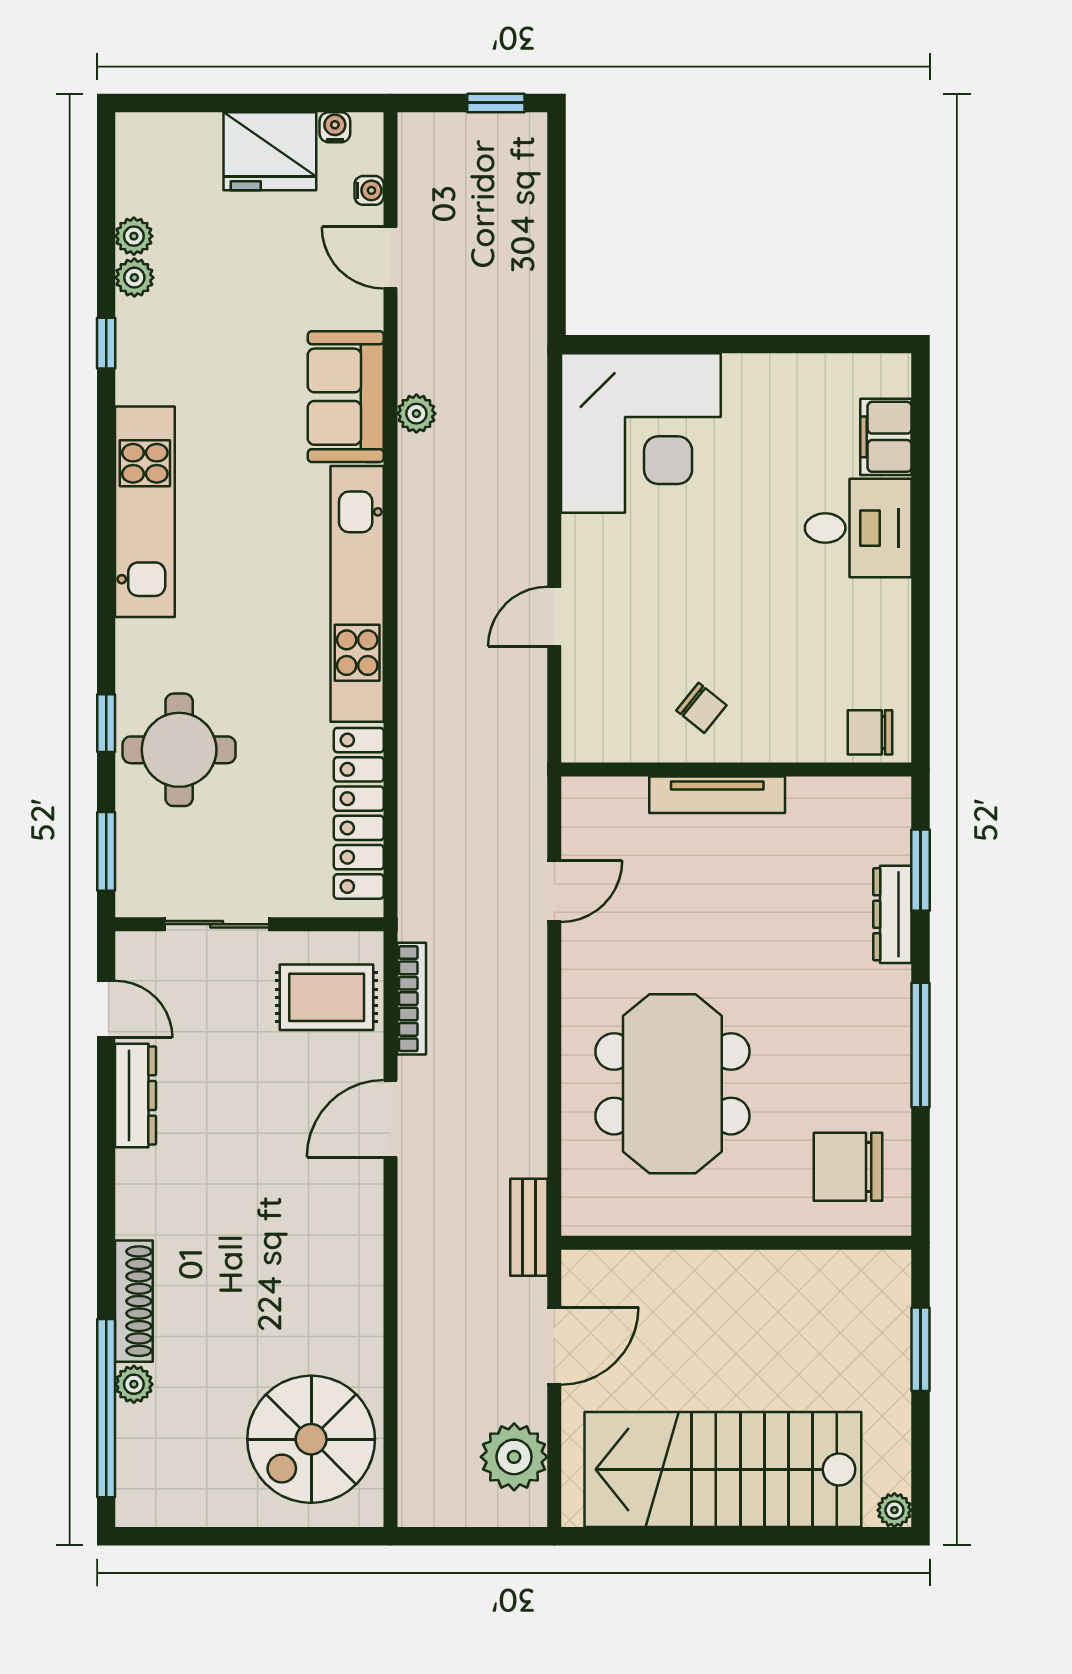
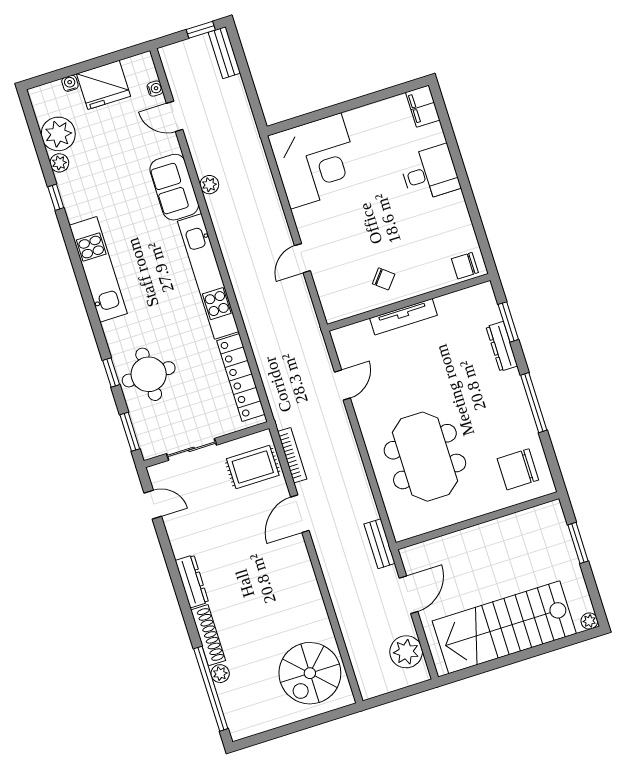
water cooler: (335, 127) -> (70, 83), moved
bench: (528, 163) -> (224, 53), added
plant: (134, 236) -> (58, 134), width x1.88, depth x1.88
filing cabinet: (886, 437) -> (423, 106), moved
dresser: (136, 1096) -> (192, 581), moved

